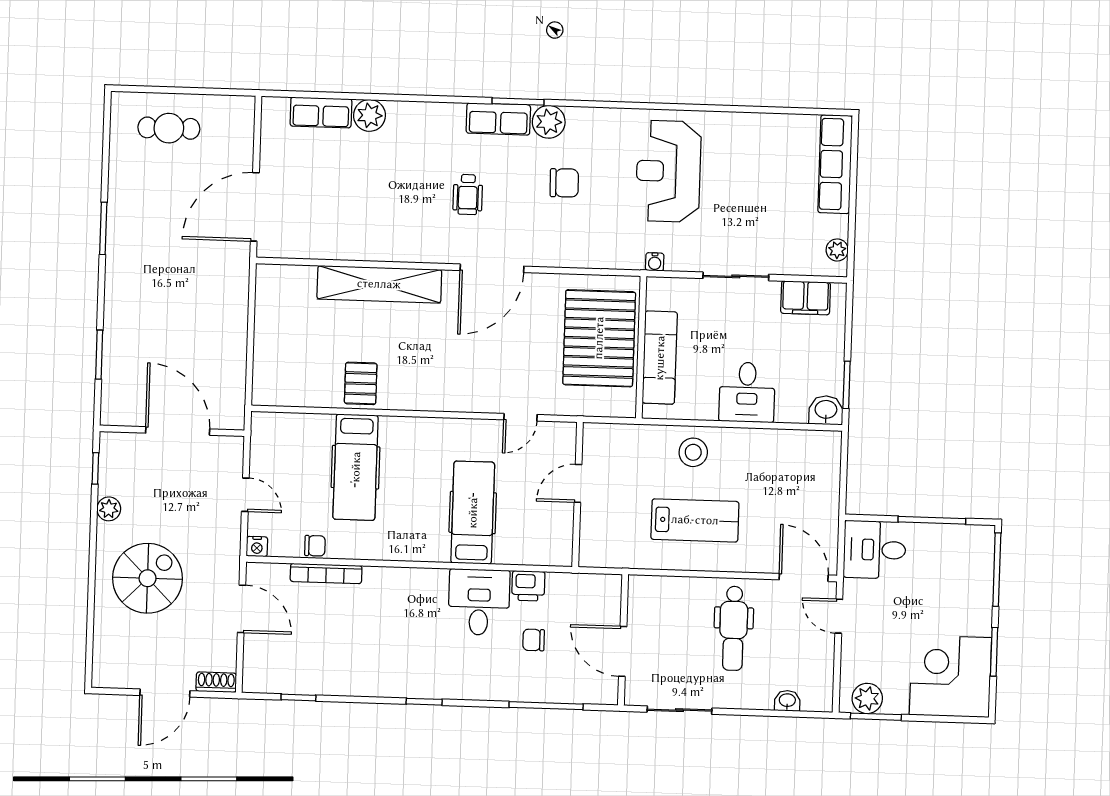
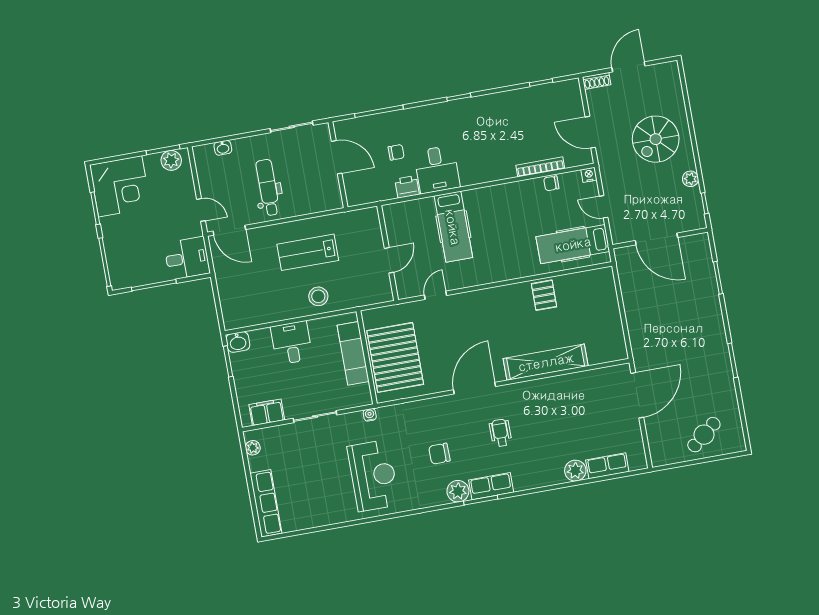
cafe table: (169, 128) -> (704, 435), turned -39
hospital bed: (356, 467) -> (573, 244), moved, turned -90

